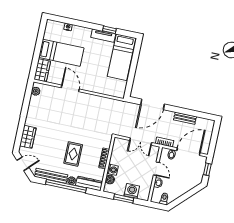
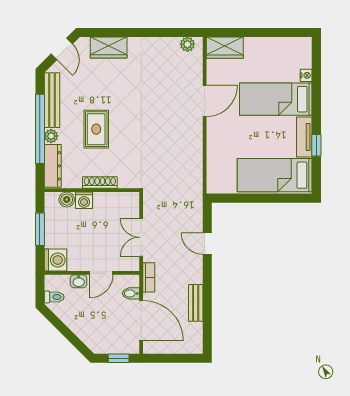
bed: (61, 53) -> (276, 99), moved, turned 90
door: (152, 104) -> (207, 244), width x0.53
rug: (73, 154) -> (96, 129), turned 90
washing machine: (132, 191) -> (55, 260), moved

